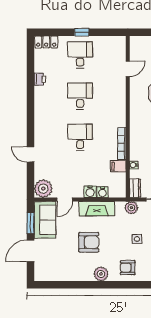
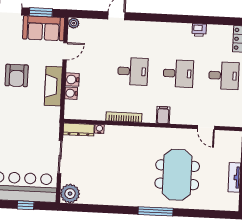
filing cabinet: (118, 166) -> (163, 115), moved
dresser: (135, 188) -> (79, 130), width x1.44
plant: (43, 189) -> (74, 23), width x0.53, depth x0.53
door: (65, 200) -> (65, 51), swing flipped
plant: (131, 208) -> (53, 124), removed
side table: (137, 239) -> (18, 129), removed

